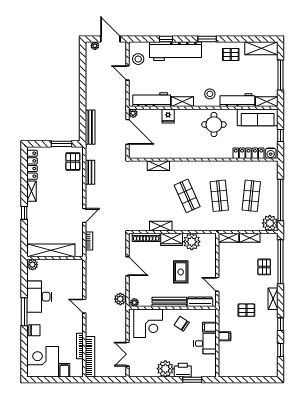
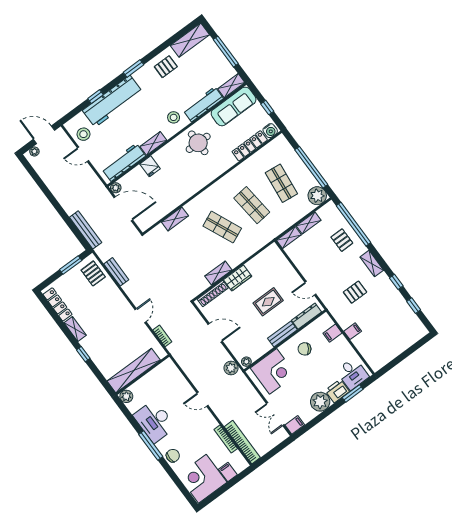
plant: (192, 242) -> (258, 266), removed
rug: (181, 272) -> (268, 302), turned 90
bench: (169, 302) -> (282, 334), width x0.73
desk: (205, 343) -> (352, 374), moved, turned 90
filing cabinet: (135, 372) -> (295, 425), added

